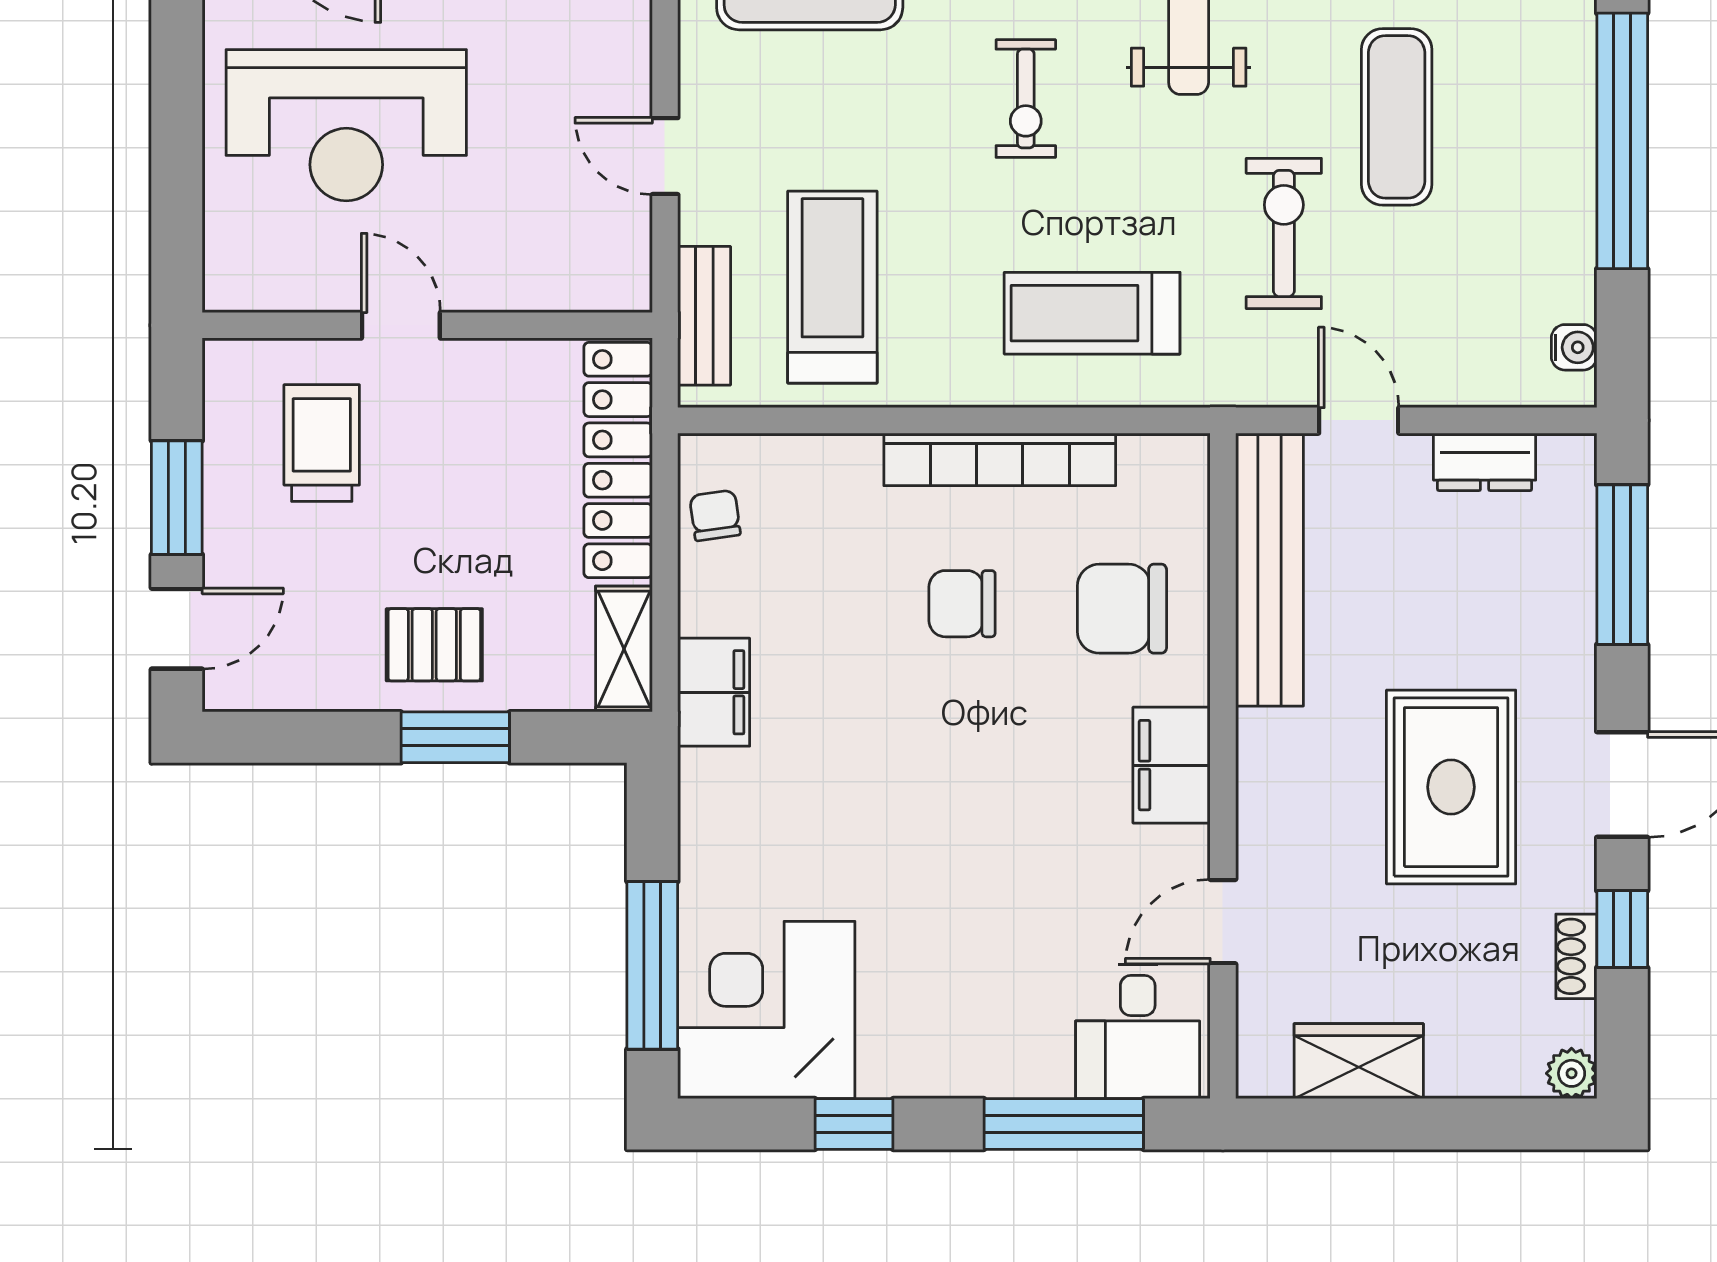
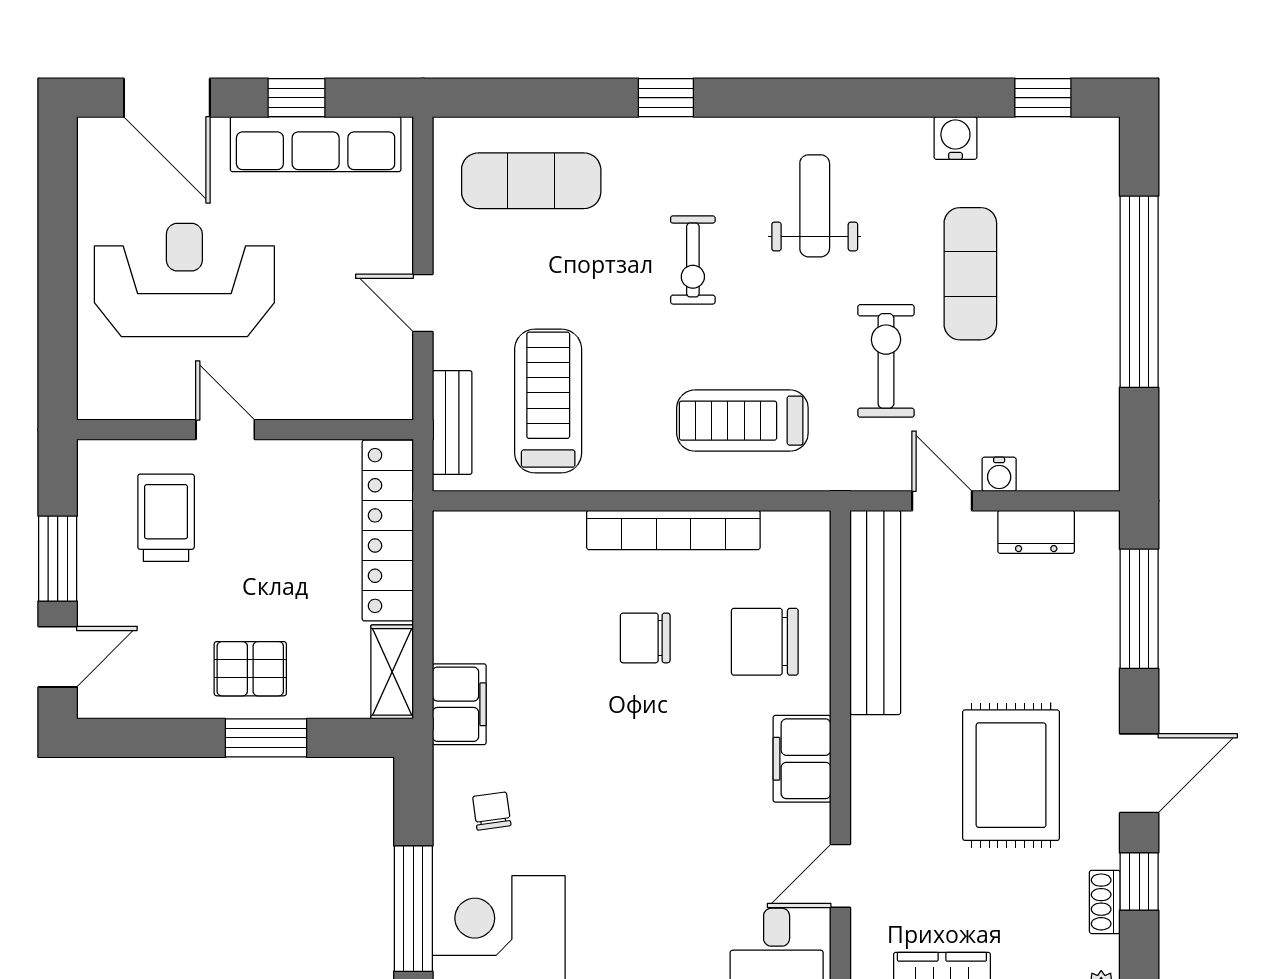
reception desk: (346, 125) -> (184, 280), turned 180
water cooler: (1574, 347) -> (999, 474), moved, turned 90
chair: (715, 515) -> (492, 811), moved

